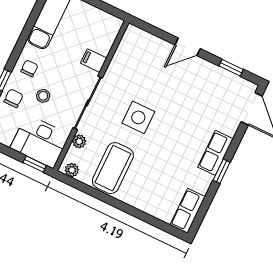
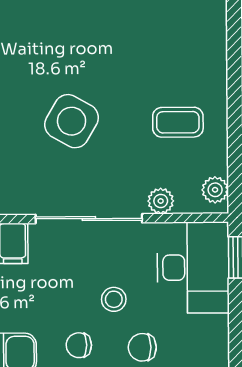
side table: (138, 117) -> (72, 121), turned 30
coffee table: (113, 168) -> (178, 122), width x0.54, depth x0.58

